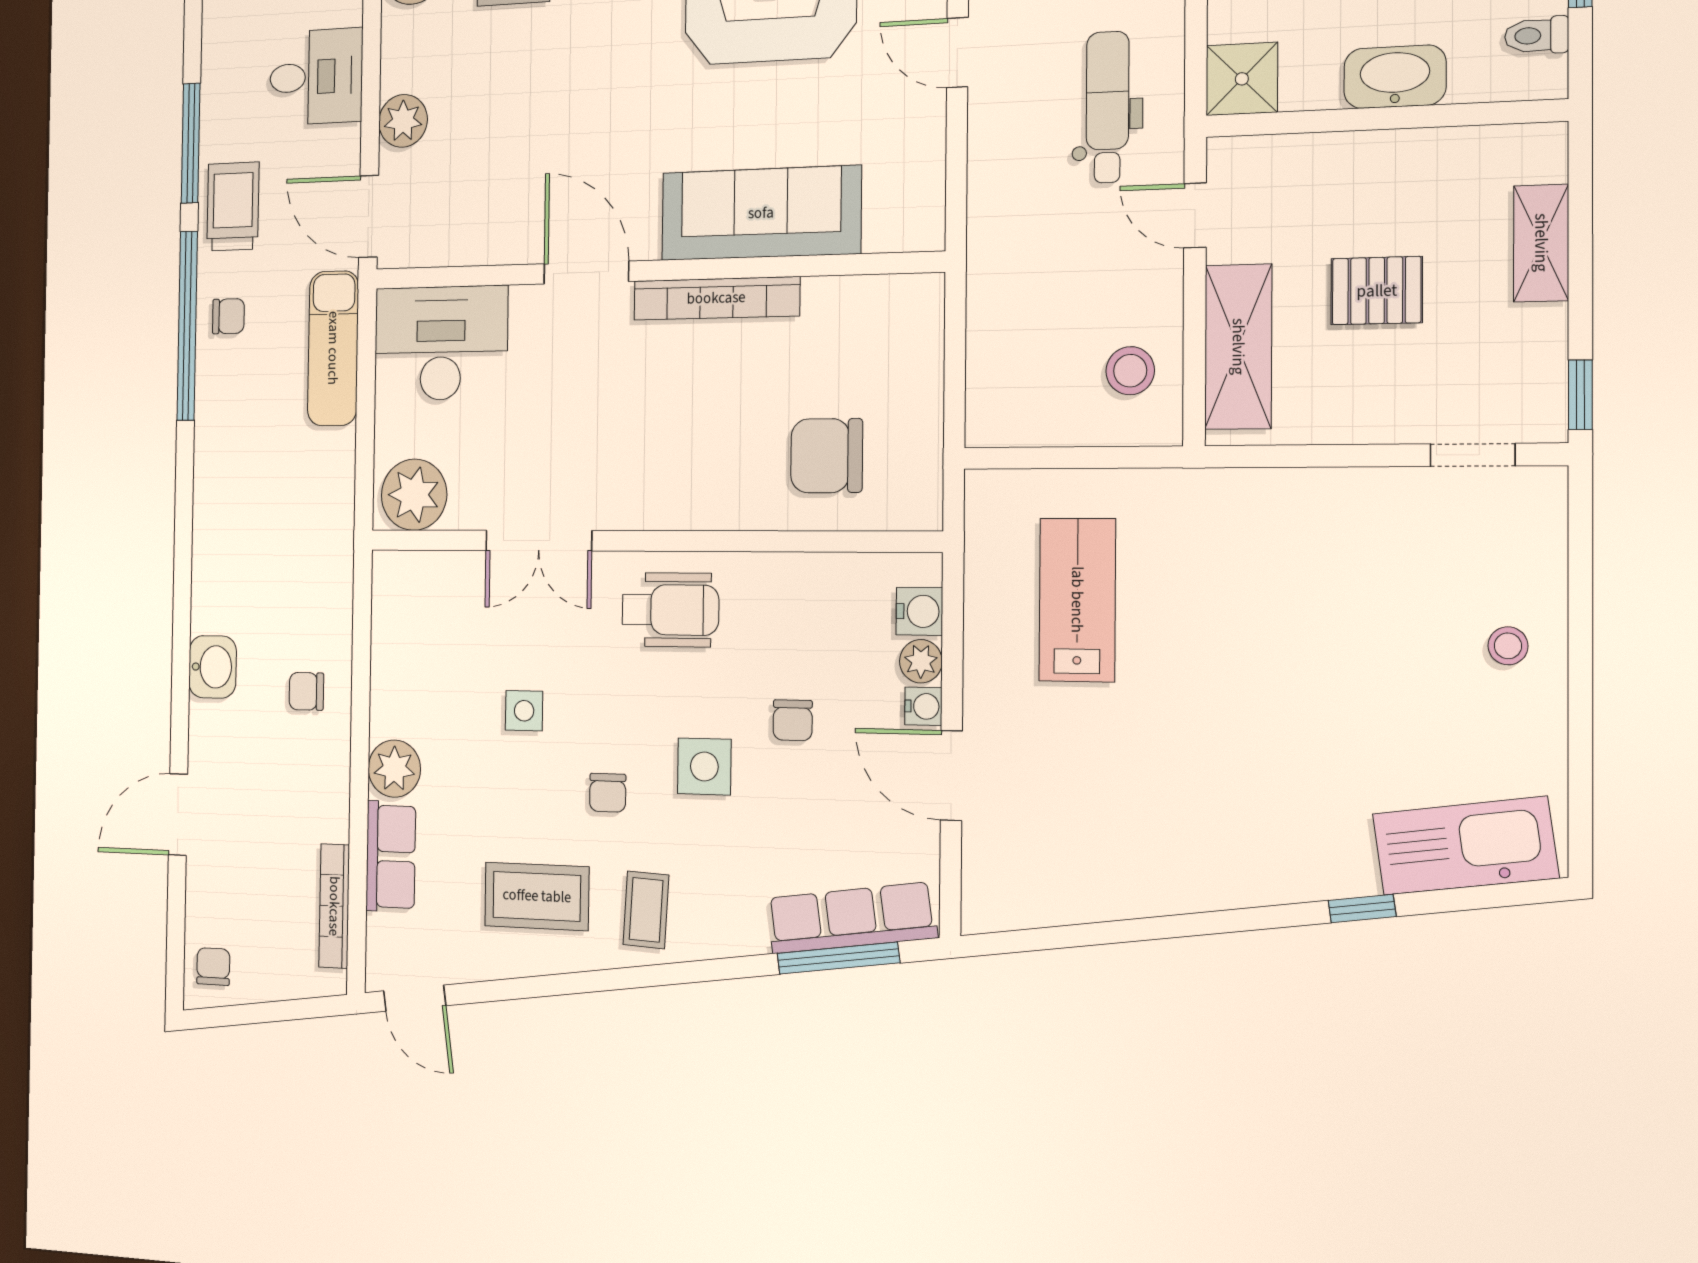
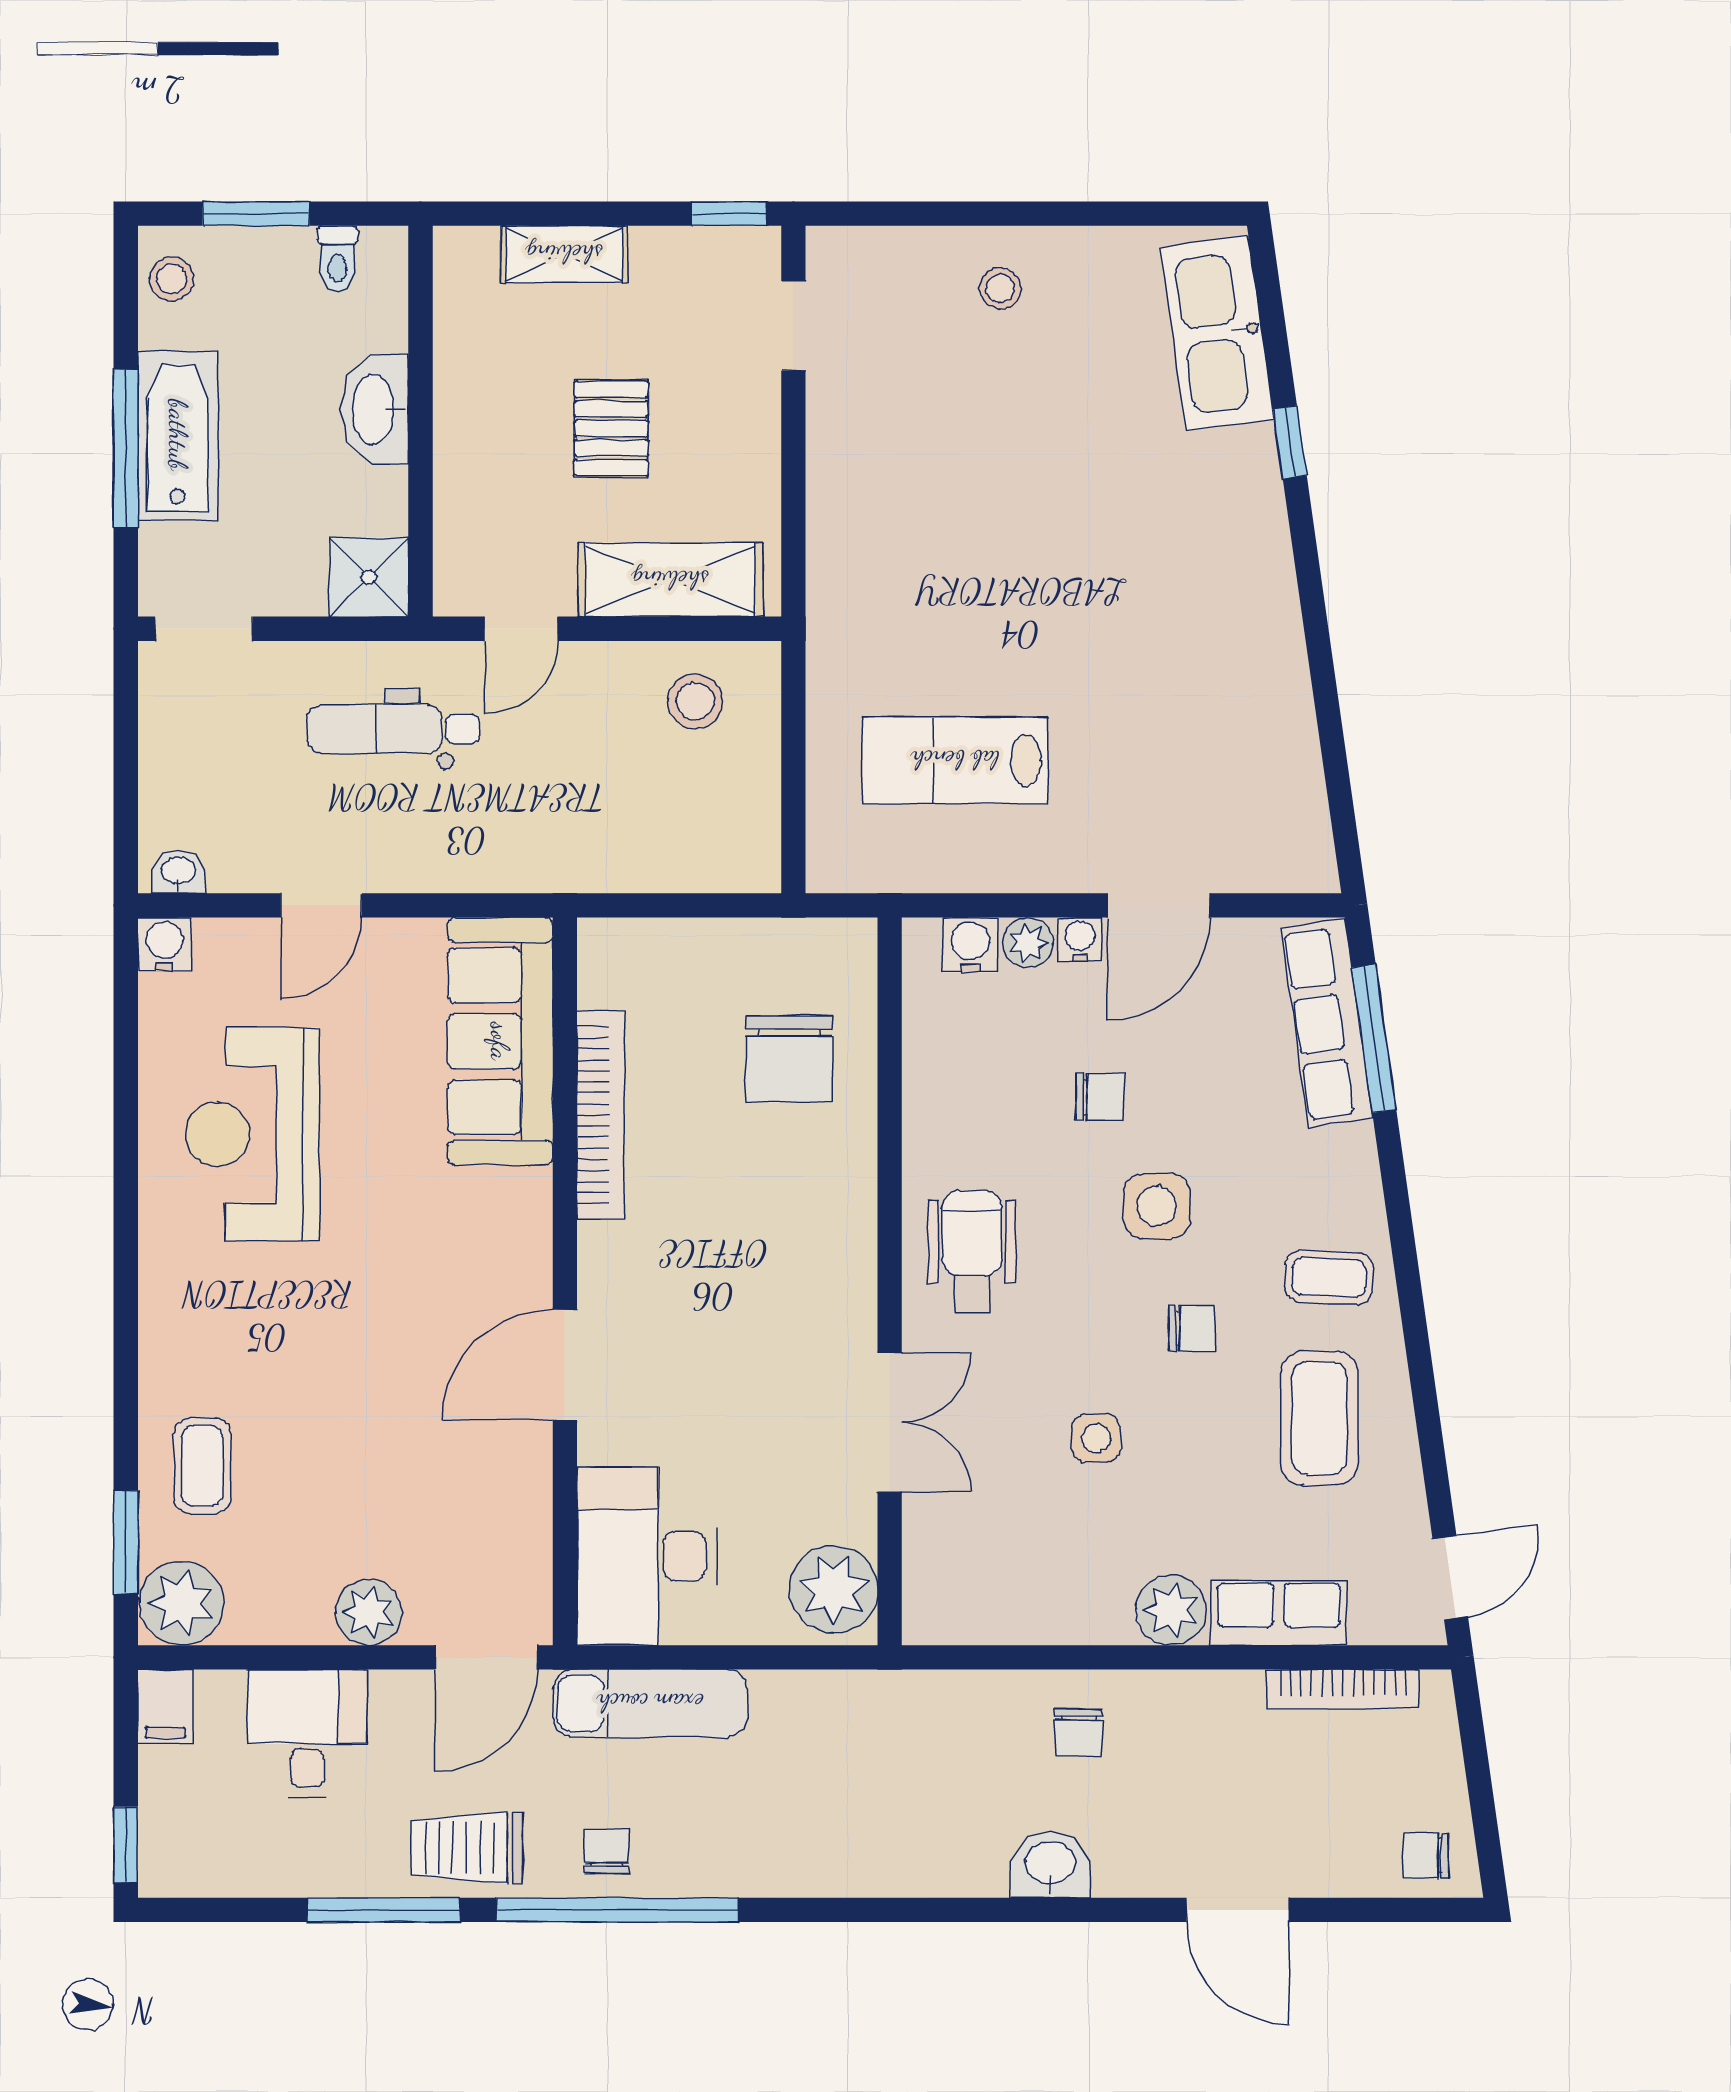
sofa: (761, 213) -> (500, 1041), moved
bookcase: (716, 298) -> (601, 1115), moved

